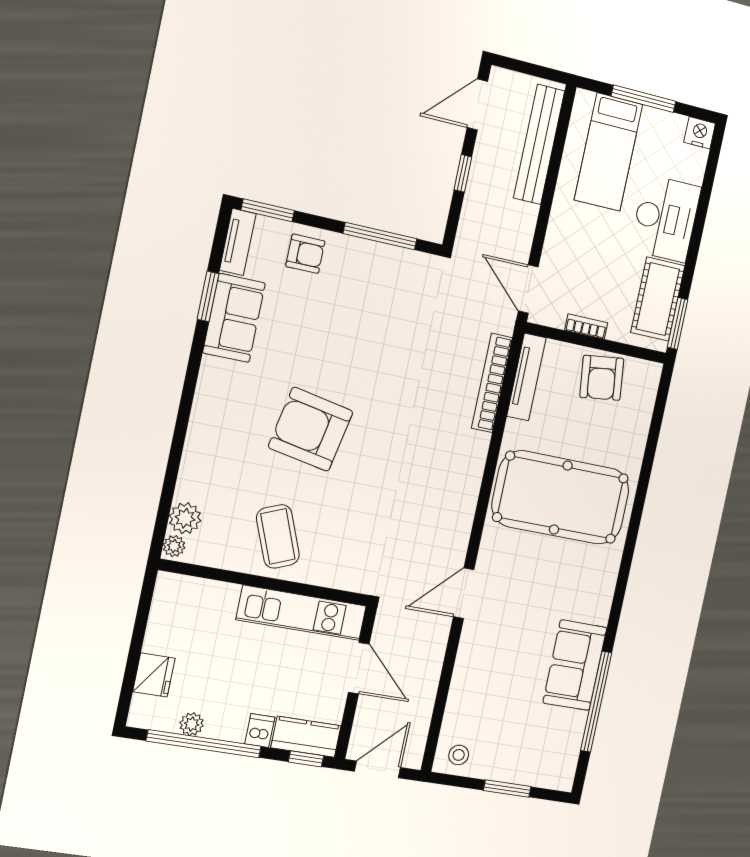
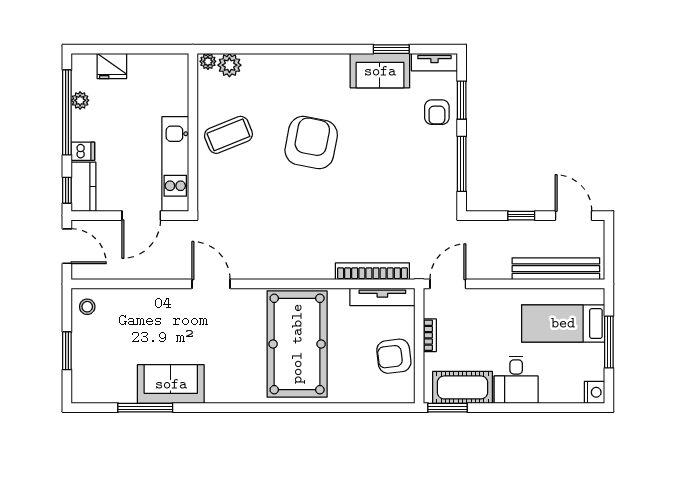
window: (268, 210) -> (462, 100), moved
desk: (665, 219) -> (516, 380), width x0.73
window: (596, 702) -> (145, 408), width x0.68

